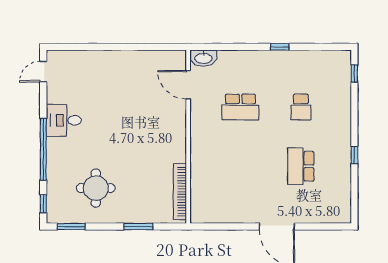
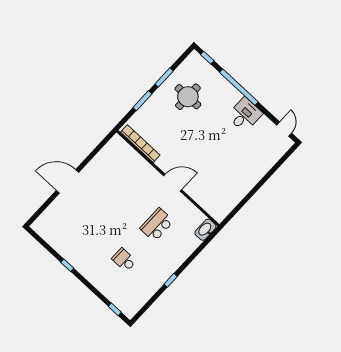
door: (188, 85) -> (173, 183), moved
school desk: (301, 166) -> (90, 228), removed
window: (71, 227) -> (164, 77), moved

